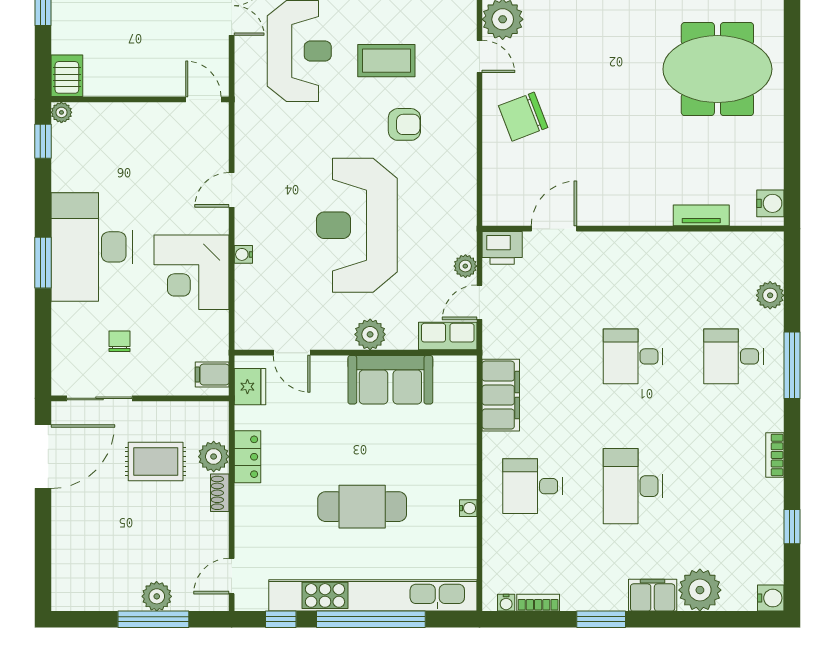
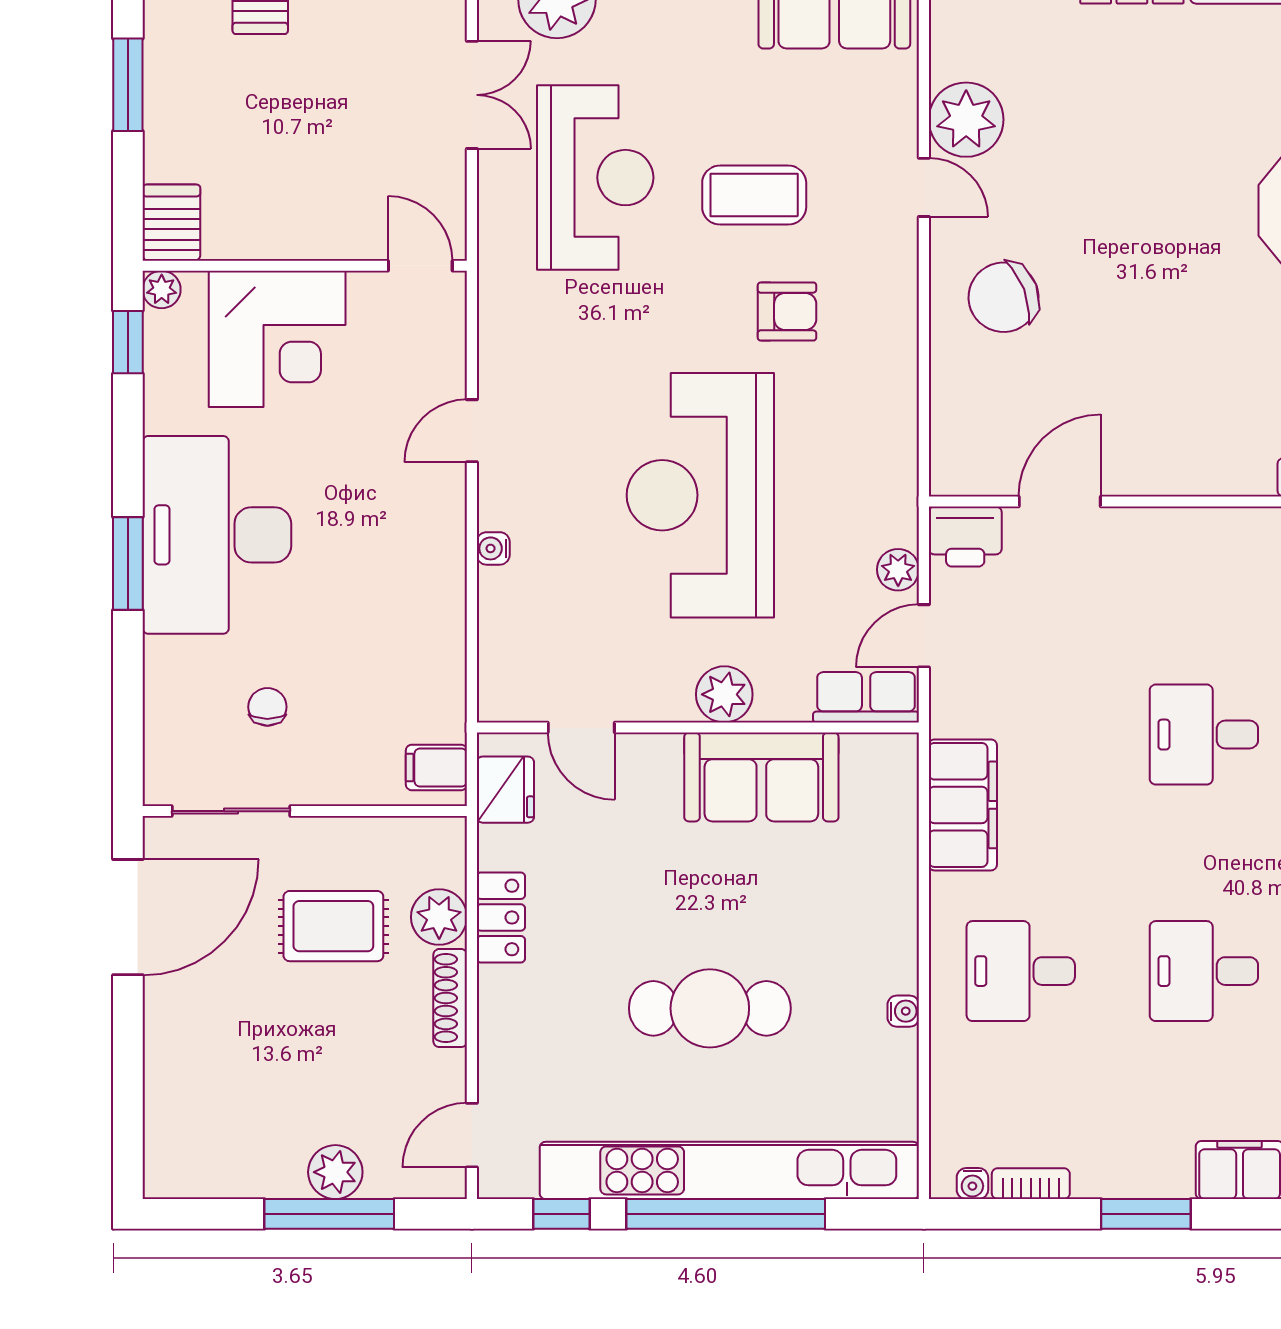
corner desk: (191, 272) -> (277, 339), moved, turned -90
desk: (633, 486) -> (1204, 971), width x0.73
shoe rack: (220, 493) -> (450, 998), width x1.43

